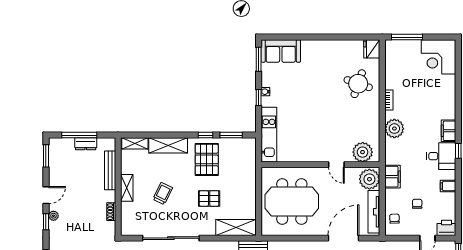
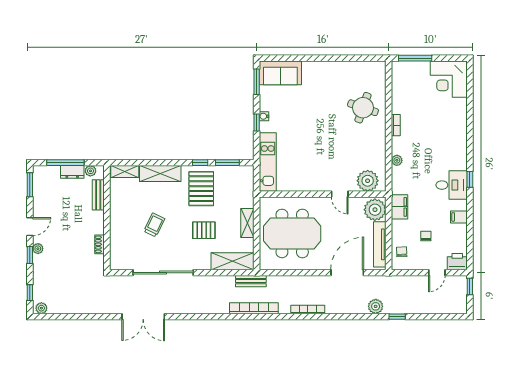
fridge: (372, 49) -> (377, 71), removed
plant: (394, 129) -> (397, 160), width x0.53, depth x0.53
filing cabinet: (449, 131) -> (459, 158), removed
plant: (103, 143) -> (90, 171), added
bench: (110, 170) -> (98, 195), width x0.73
shelving: (127, 188) -> (247, 223), moved

